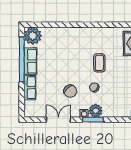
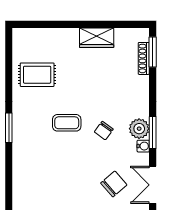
window: (96, 25) -> (9, 128), added
chair: (70, 91) -> (114, 184), moved

